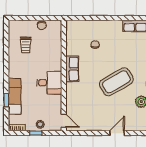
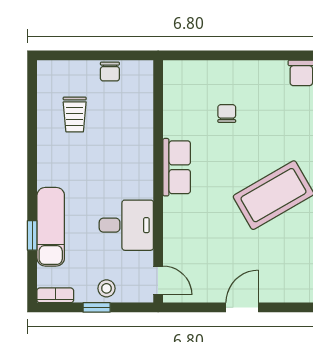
desk: (49, 83) -> (126, 225), moved
door: (117, 133) -> (242, 307), moved

